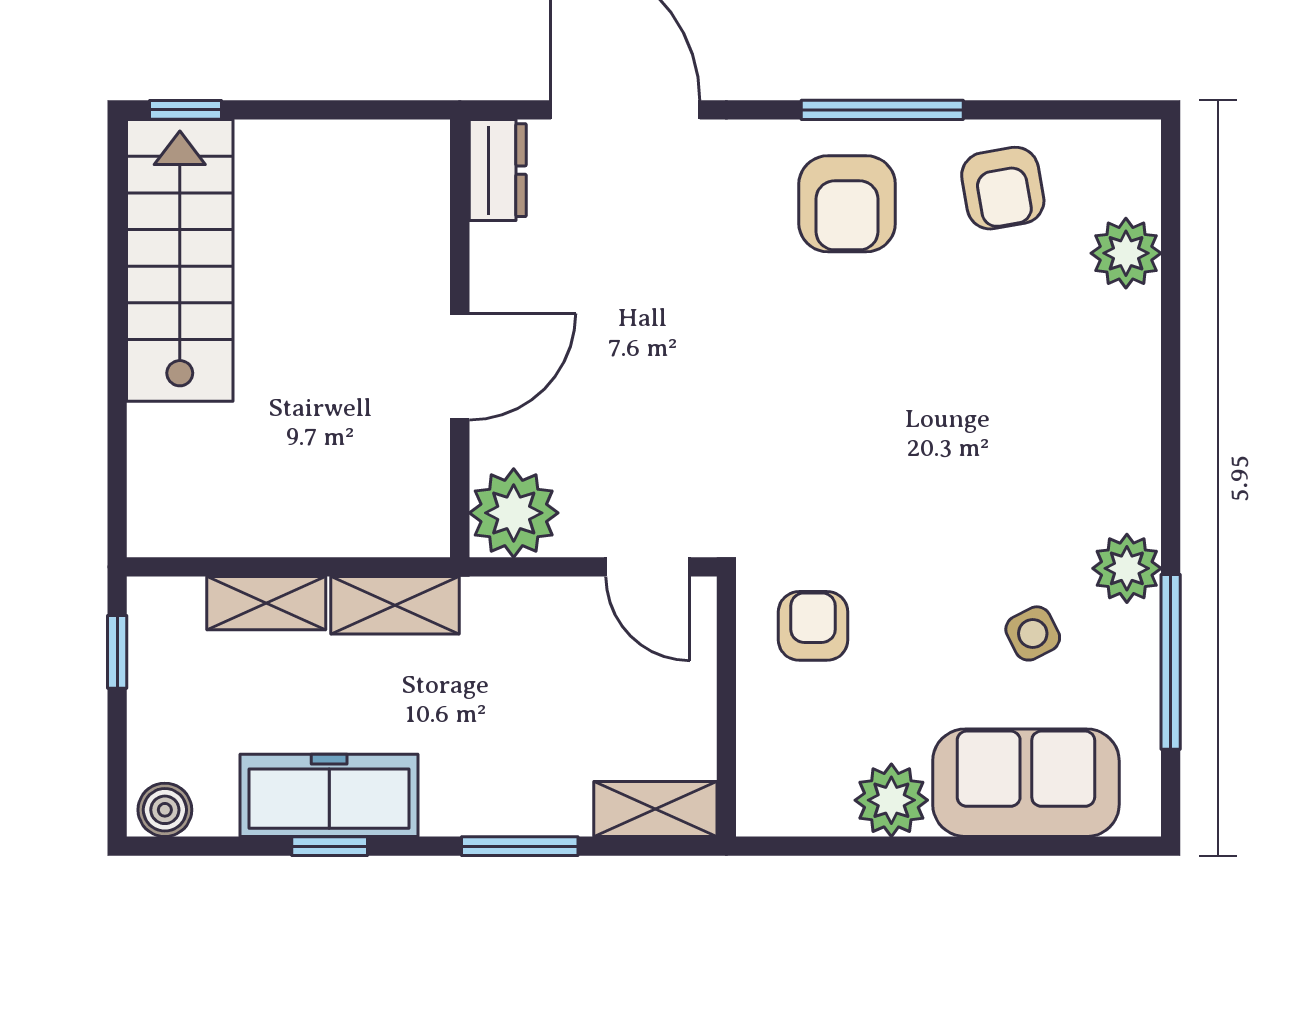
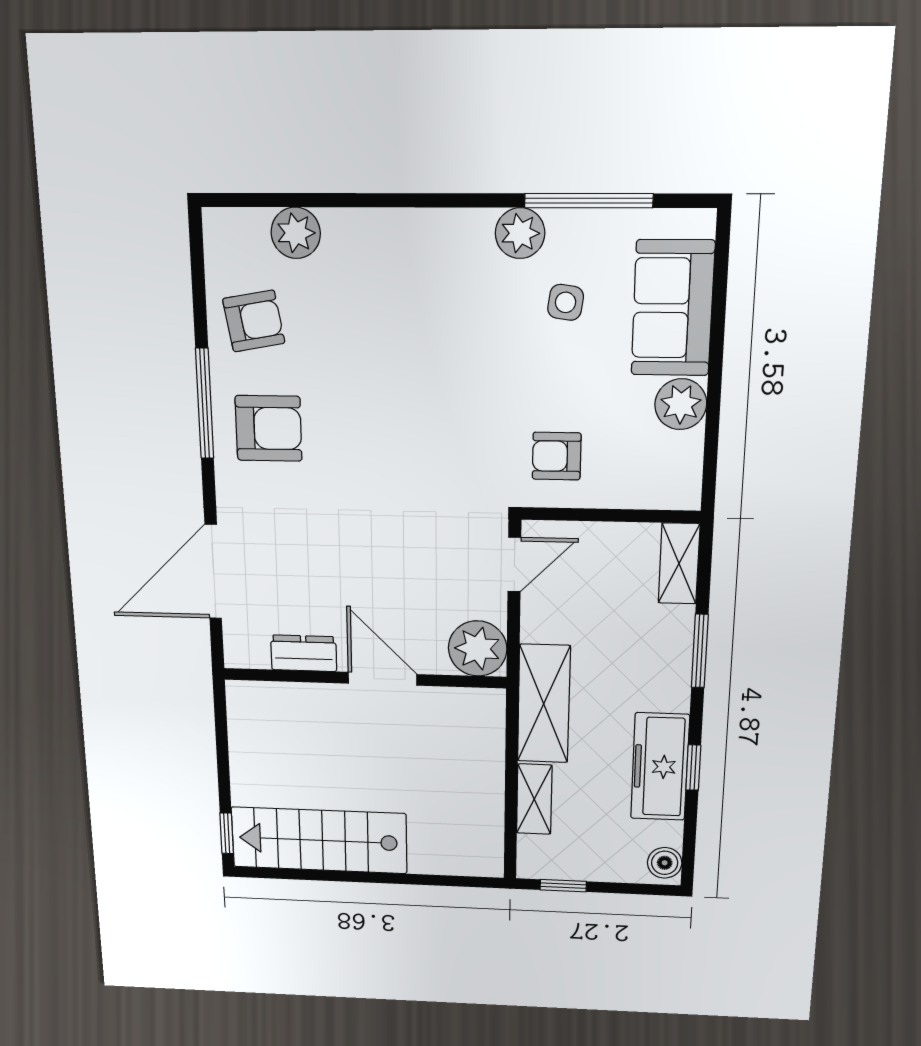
dresser: (498, 170) -> (304, 653), moved
shelving: (395, 605) -> (544, 704), width x1.50, depth x1.33
side table: (1033, 633) -> (566, 302), turned 35

